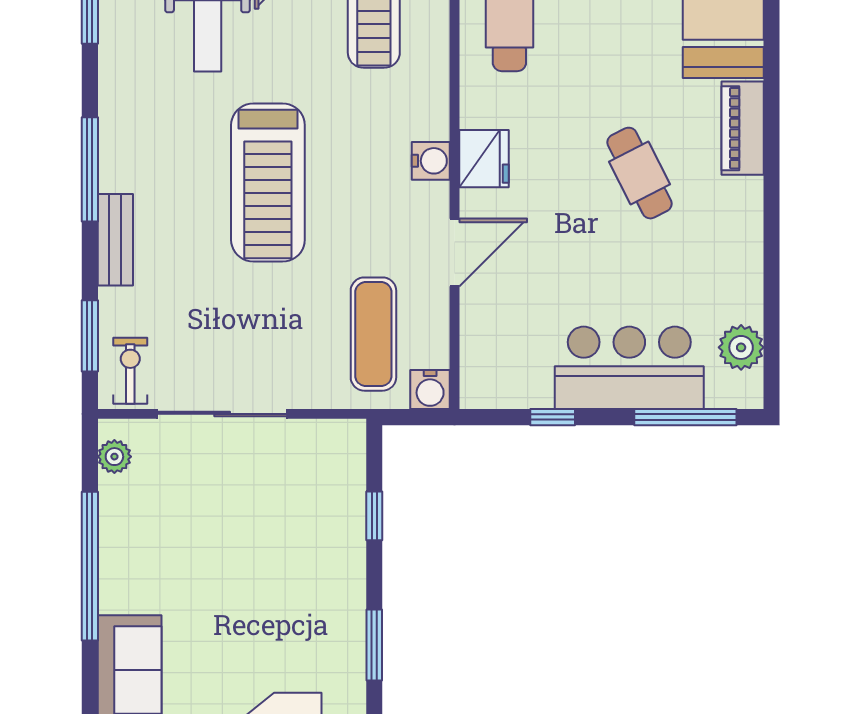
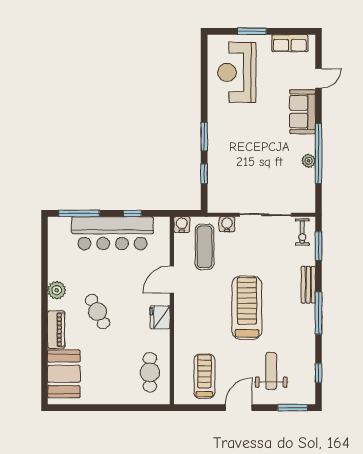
water cooler: (431, 161) -> (227, 224), moved, turned 90
plant: (741, 347) -> (57, 290), moved
bar counter: (629, 368) -> (113, 233), width x1.36
plant: (114, 457) -> (309, 161), moved
window: (374, 645) -> (204, 136), moved

